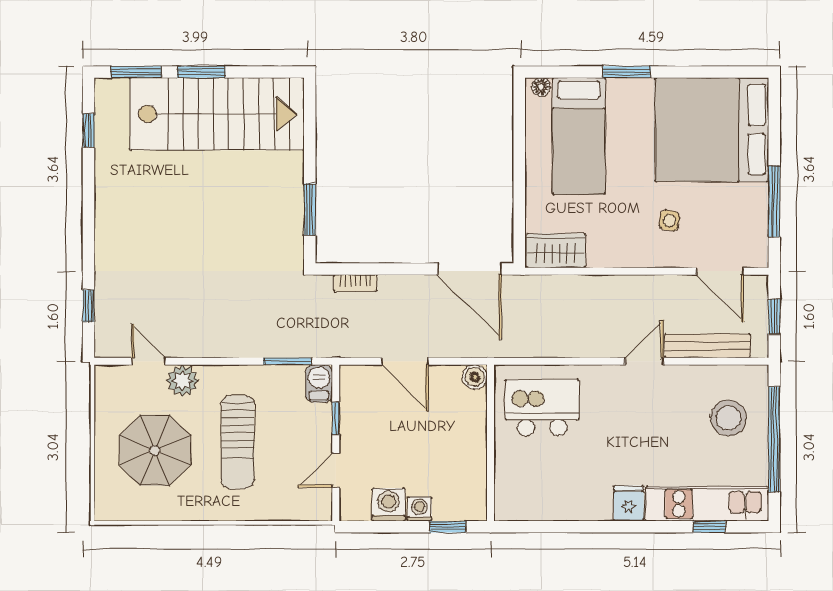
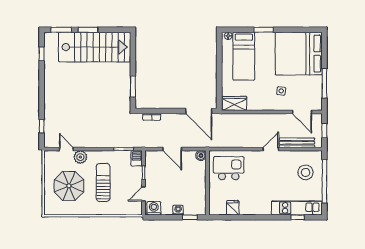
sun lounger: (238, 442) -> (103, 182), turned 180
fridge: (629, 503) -> (233, 208), moved
washing machine: (389, 505) -> (154, 208), moved

